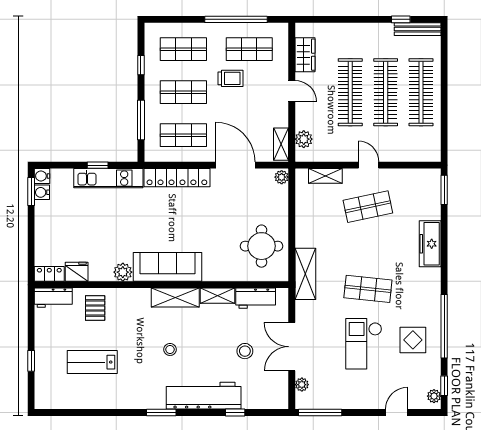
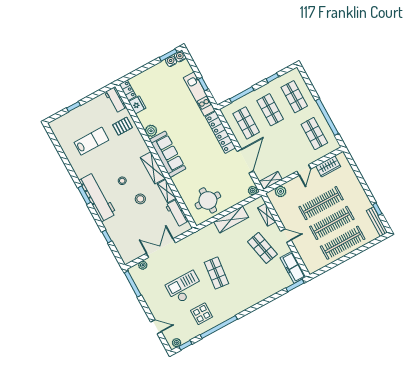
trolley: (230, 78) -> (292, 132), removed
door: (369, 165) -> (286, 236), hinge flipped
freezer: (430, 244) -> (293, 267), moved, turned -90
shelving: (305, 274) -> (231, 220), moved
stool: (245, 351) -> (140, 199), moved
lab bench: (92, 362) -> (91, 141), turned 90
workbench: (204, 396) -> (98, 197), moved

